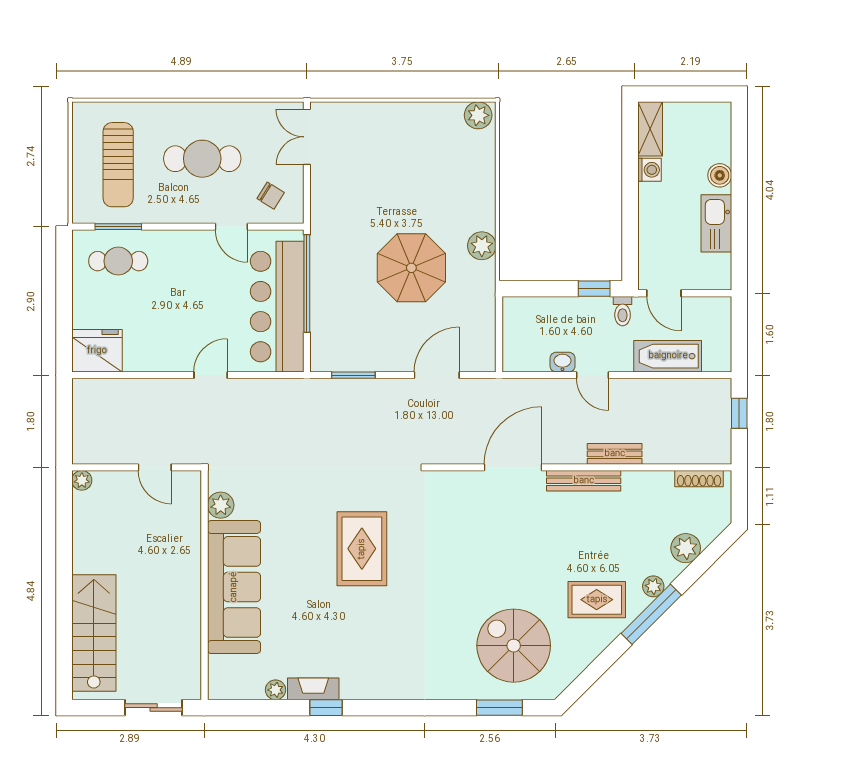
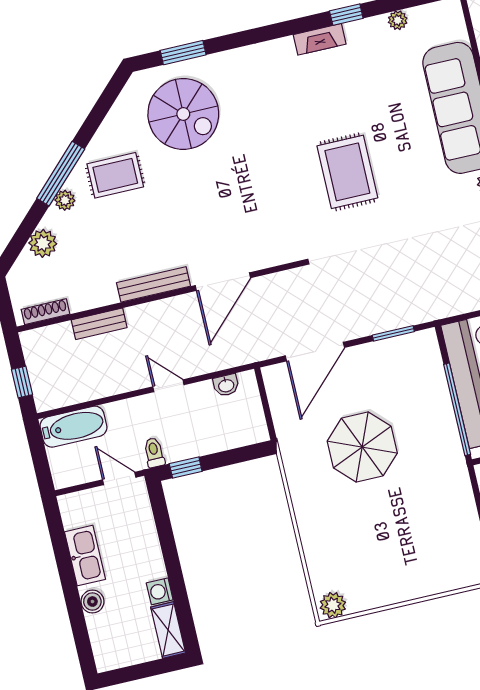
plant: (482, 246) -> (301, 483), removed
bathtub: (668, 356) -> (73, 427), moved
washbasin: (563, 362) -> (226, 385), moved
door: (437, 375) -> (315, 352), width x1.36
bench: (615, 454) -> (99, 324), moved
fireplace: (313, 689) -> (320, 39), moved

